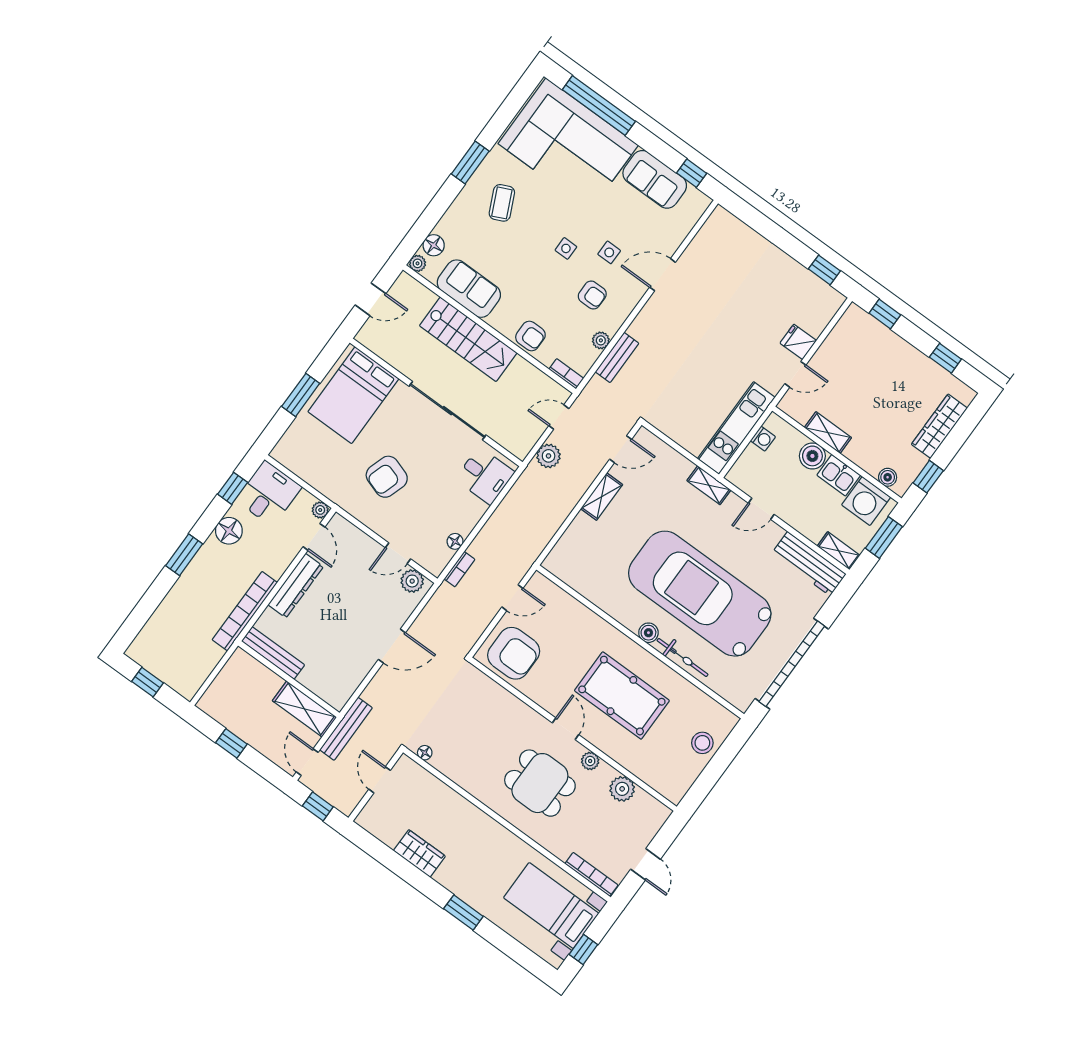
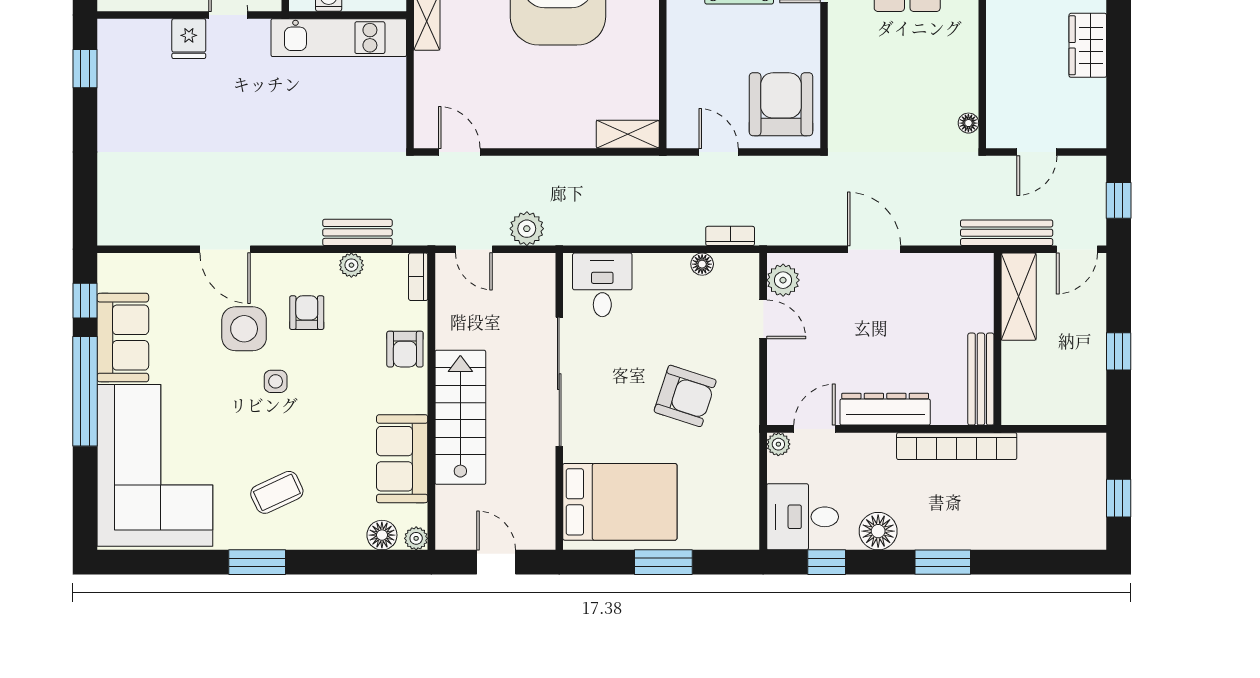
window: (599, 105) -> (85, 391), moved
side table: (609, 252) -> (244, 329), width x1.87, depth x1.87
armchair: (530, 336) -> (405, 349), turned 180
shelving: (602, 497) -> (628, 134), moved

